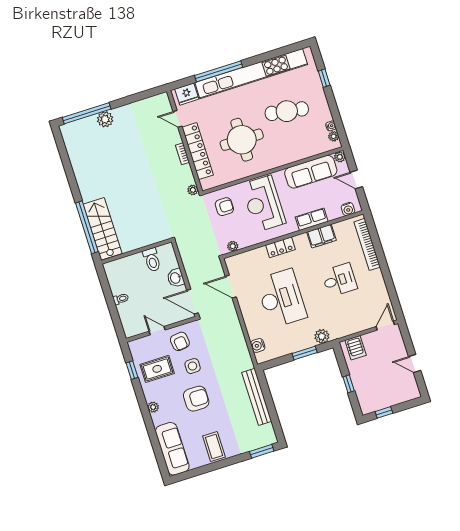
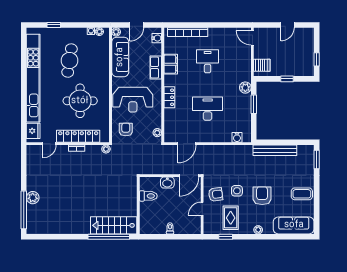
window: (219, 71) -> (24, 102), removed
desk: (281, 298) -> (208, 109), width x0.73, depth x0.77

